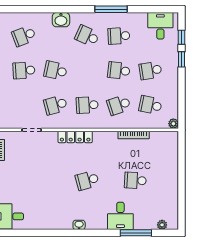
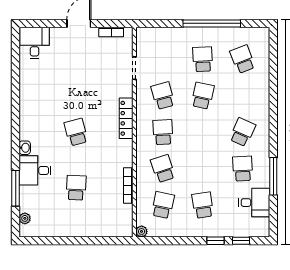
window: (111, 9) -> (273, 176), moved
washbasin: (61, 20) -> (261, 102), removed
desk: (160, 26) -> (254, 203), moved
school desk: (119, 70) -> (203, 169), removed
washbasin: (79, 225) -> (25, 148), moved

